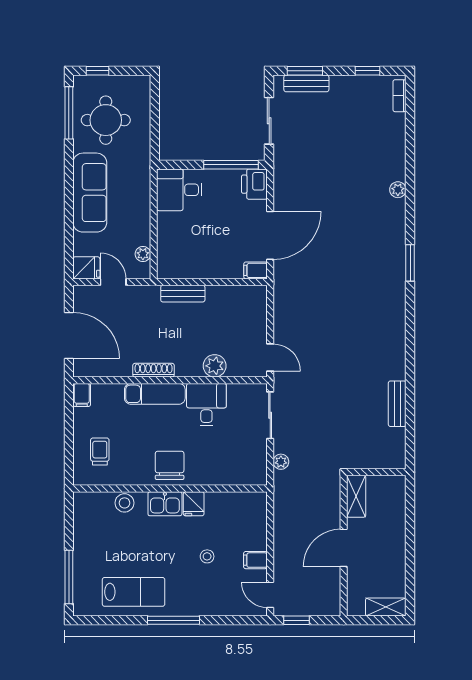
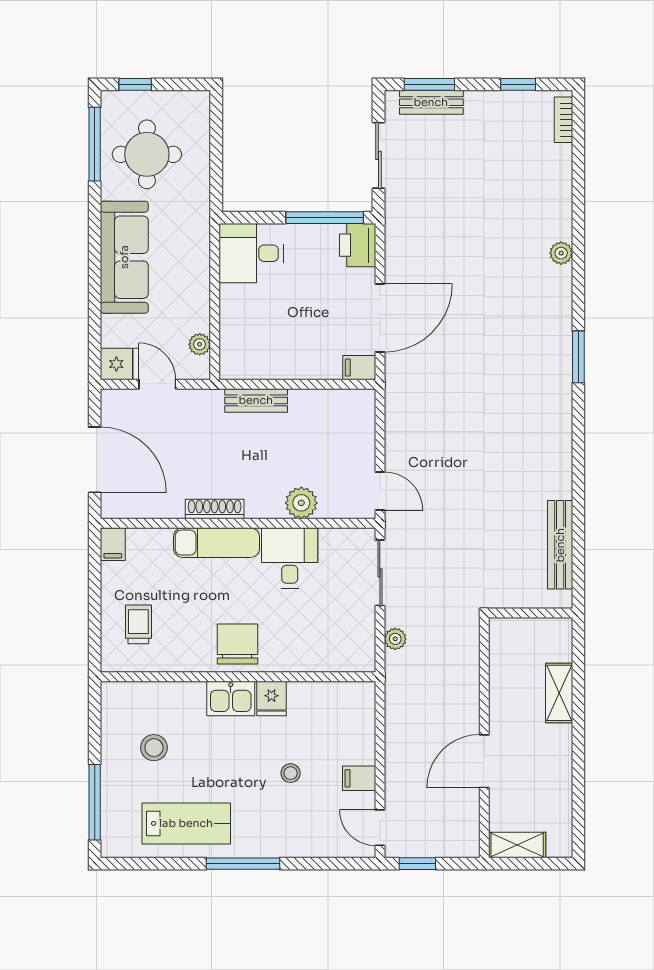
bench: (397, 404) -> (560, 545), width x1.36
wall: (376, 472) -> (531, 613), moved
shelving: (356, 496) -> (559, 693), moved
stool: (124, 503) -> (154, 748), moved
shelving: (386, 607) -> (517, 845), moved

